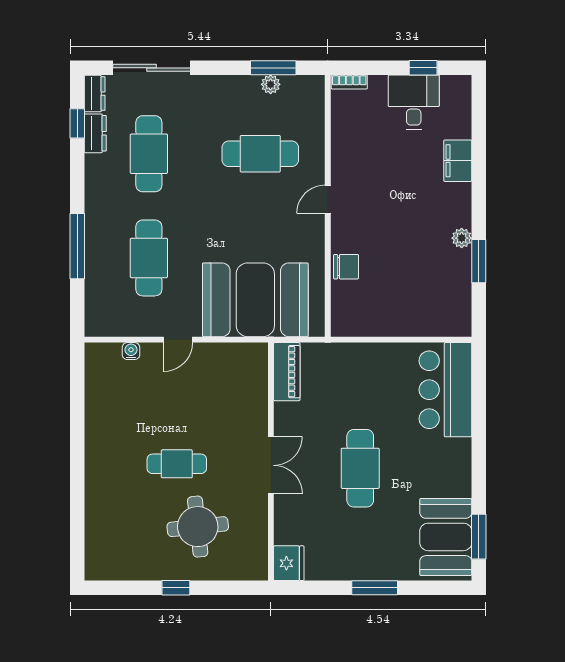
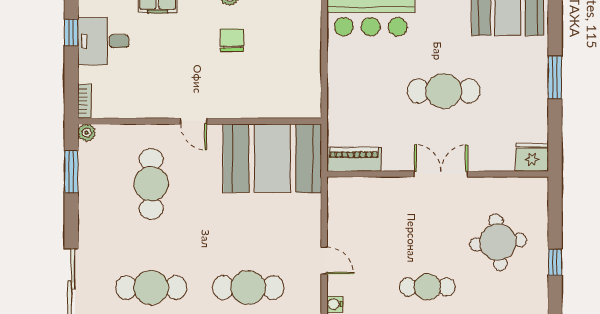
plant: (271, 84) -> (87, 133), moved
chair: (346, 267) -> (232, 40), moved
booth: (255, 300) -> (272, 158), moved, turned 90
cafe table: (177, 464) -> (427, 287), moved, turned 90

